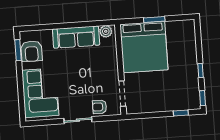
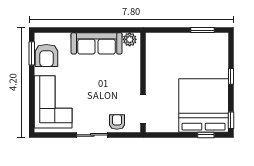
window: (154, 19) -> (202, 30), moved
bed: (144, 47) -> (204, 105), moved, turned 180
window: (201, 71) -> (231, 76), moved
armchair: (100, 107) -> (117, 122), turned 90

